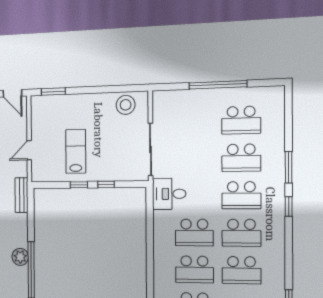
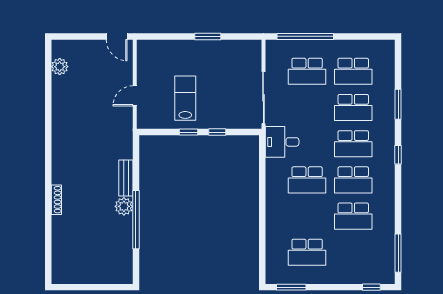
window: (218, 85) -> (305, 36), moved
window: (53, 92) -> (208, 36), moved
stool: (126, 105) -> (238, 53), removed
window: (289, 167) -> (398, 104), moved
bench: (22, 195) -> (126, 178), moved
school desk: (194, 269) -> (307, 71), moved

